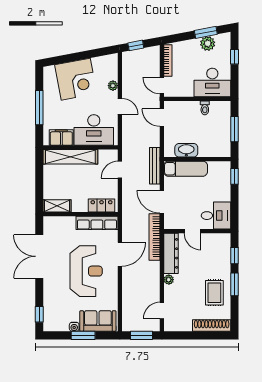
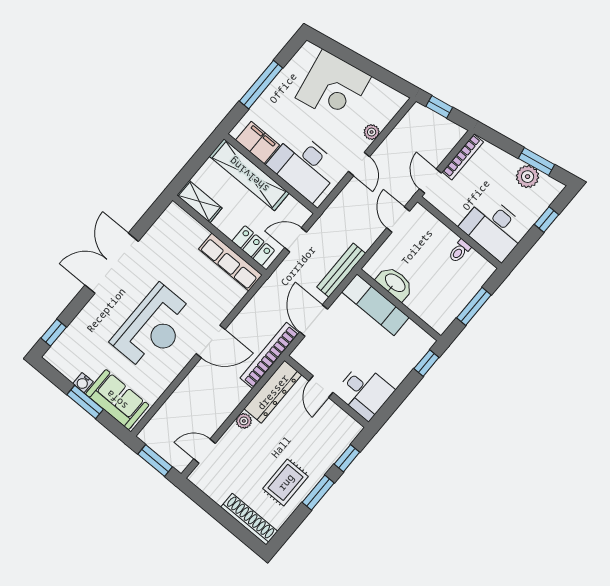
shelving: (57, 206) -> (199, 202), moved
locker: (102, 206) -> (253, 246), moved
wall: (81, 214) -> (219, 235), moved
row of seats: (97, 223) -> (230, 262), moved

